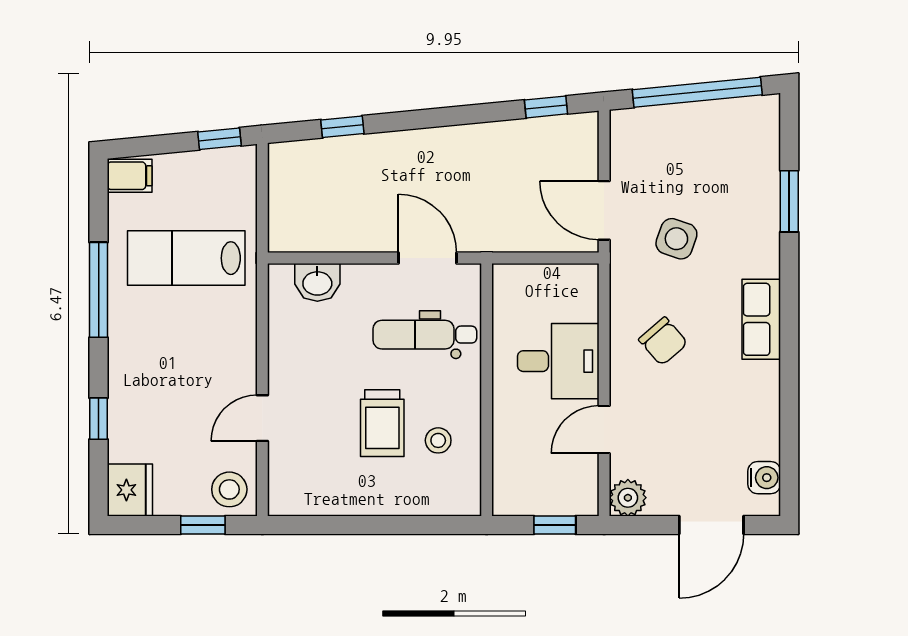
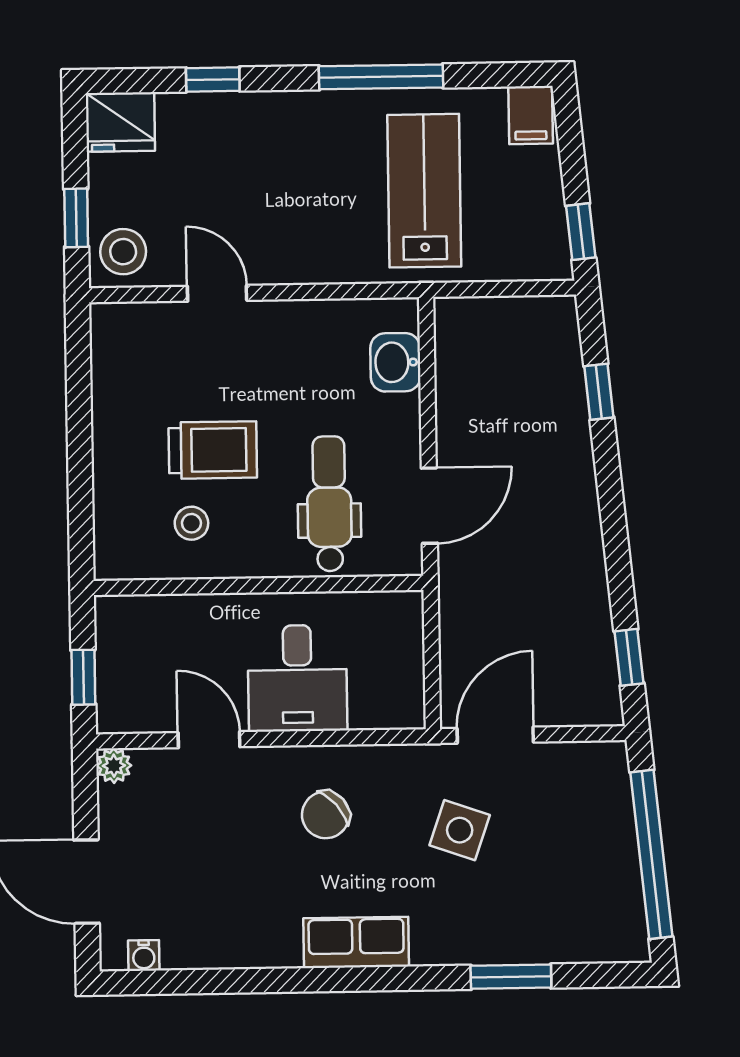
trolley: (382, 423) -> (213, 450), turned 180
water cooler: (764, 478) -> (144, 955), width x0.72, depth x0.72
plant: (628, 498) -> (114, 766), width x0.73, depth x0.73

